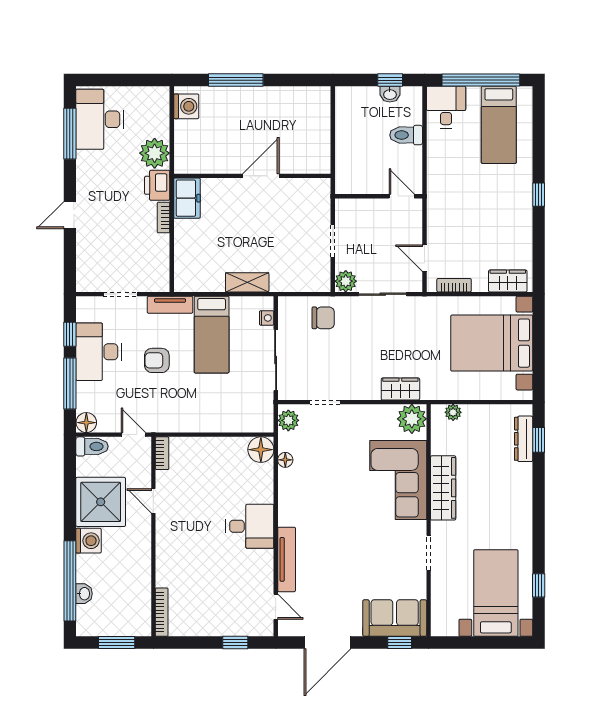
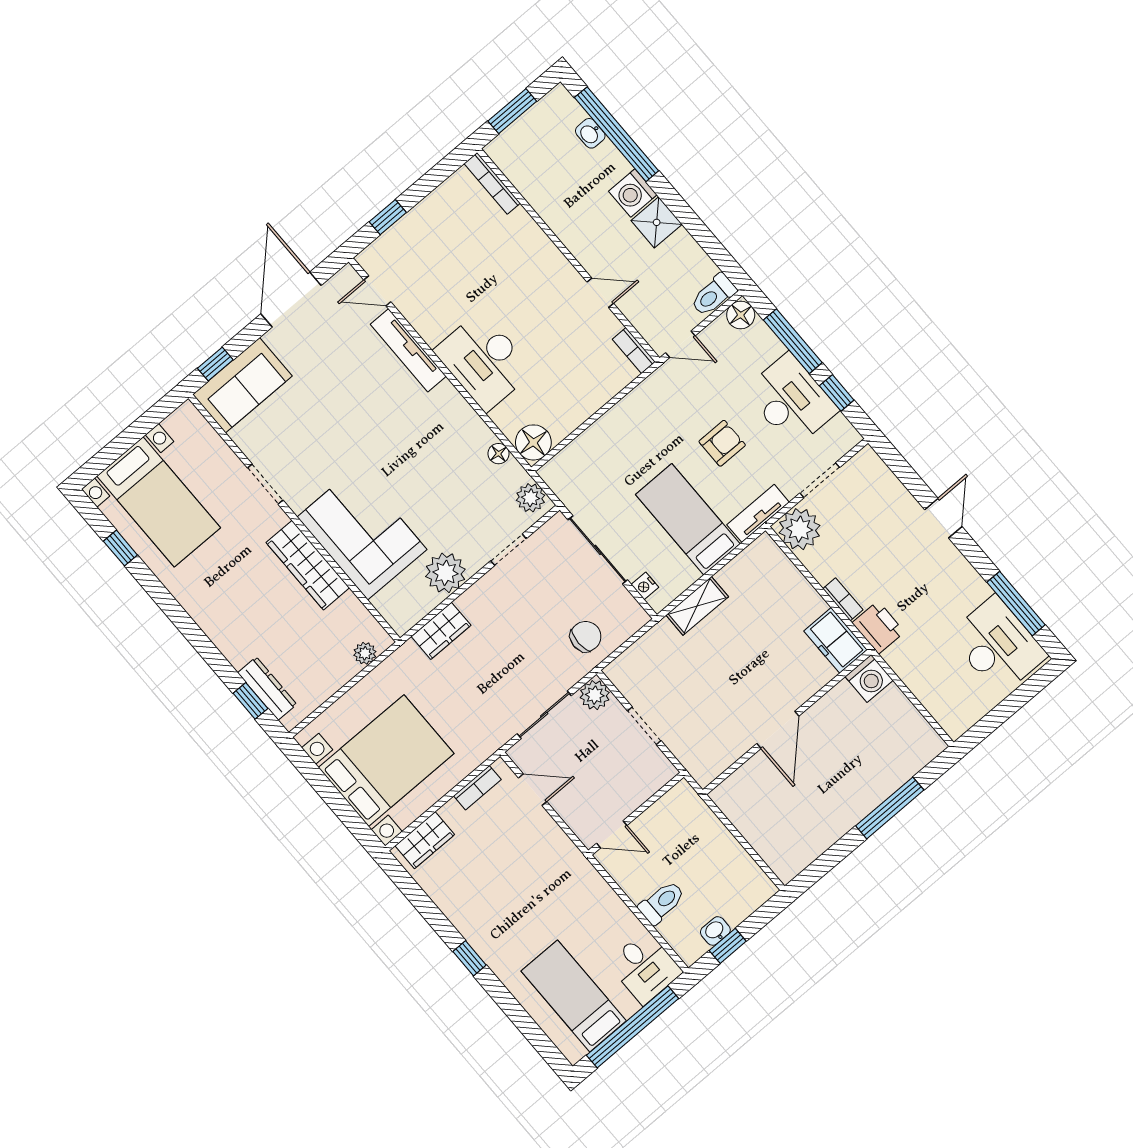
washing machine: (186, 106) -> (869, 678), moved, turned -90
plant: (155, 153) -> (799, 529), moved
chair: (323, 318) -> (586, 637), turned 180
plant: (412, 419) -> (445, 573), moved
shower: (101, 502) -> (657, 222), width x0.54, depth x0.54
desk: (250, 526) -> (484, 361), width x1.37

